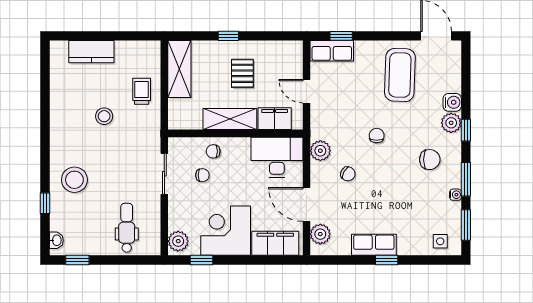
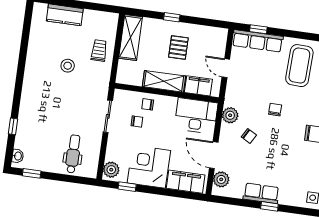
row of seats: (332, 51) -> (258, 41), width x1.48
stool: (74, 180) -> (38, 111), removed

